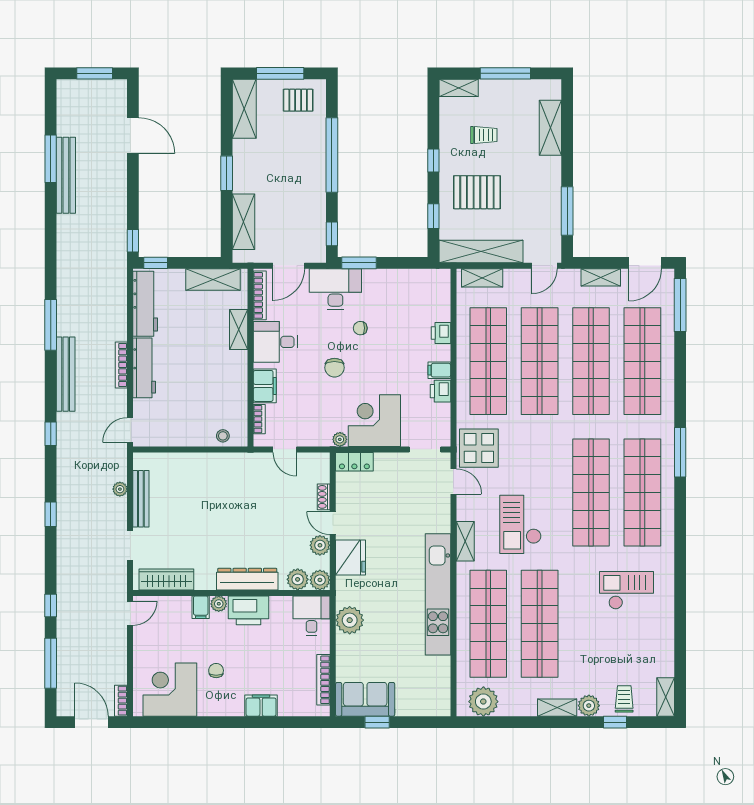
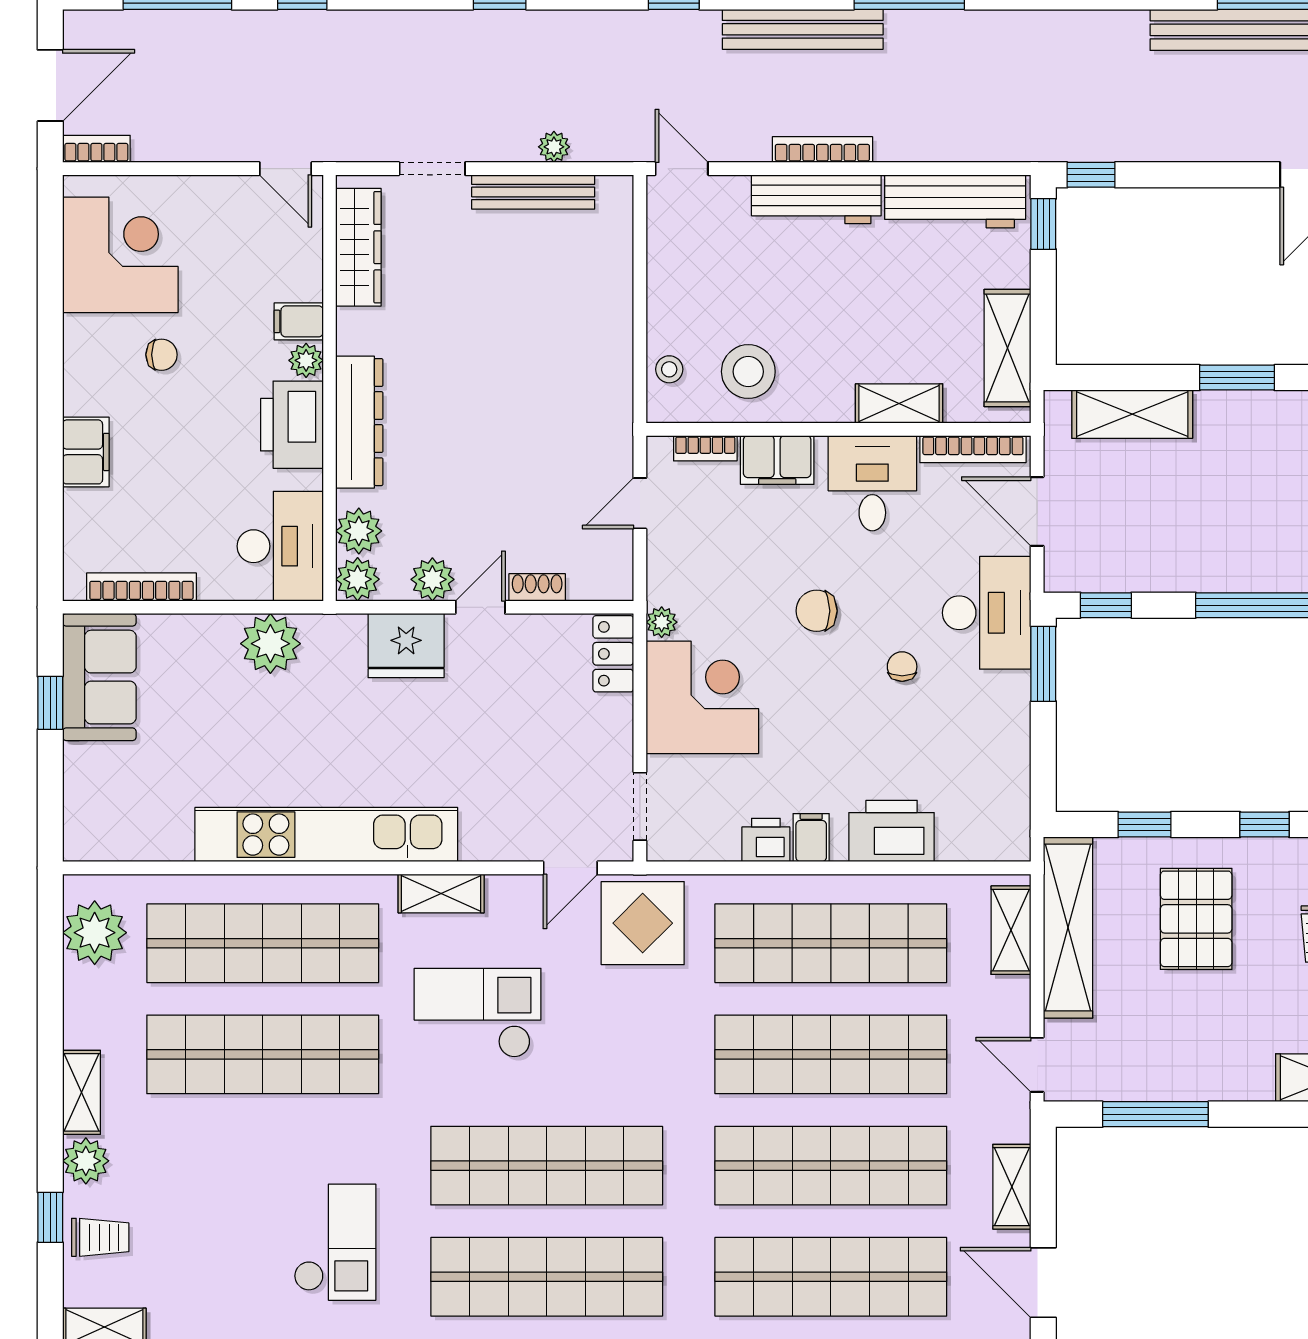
printer: (441, 333) -> (892, 831), width x1.87, depth x1.48
stool: (224, 399) -> (748, 372), added
desk: (312, 616) -> (280, 546), width x1.37

